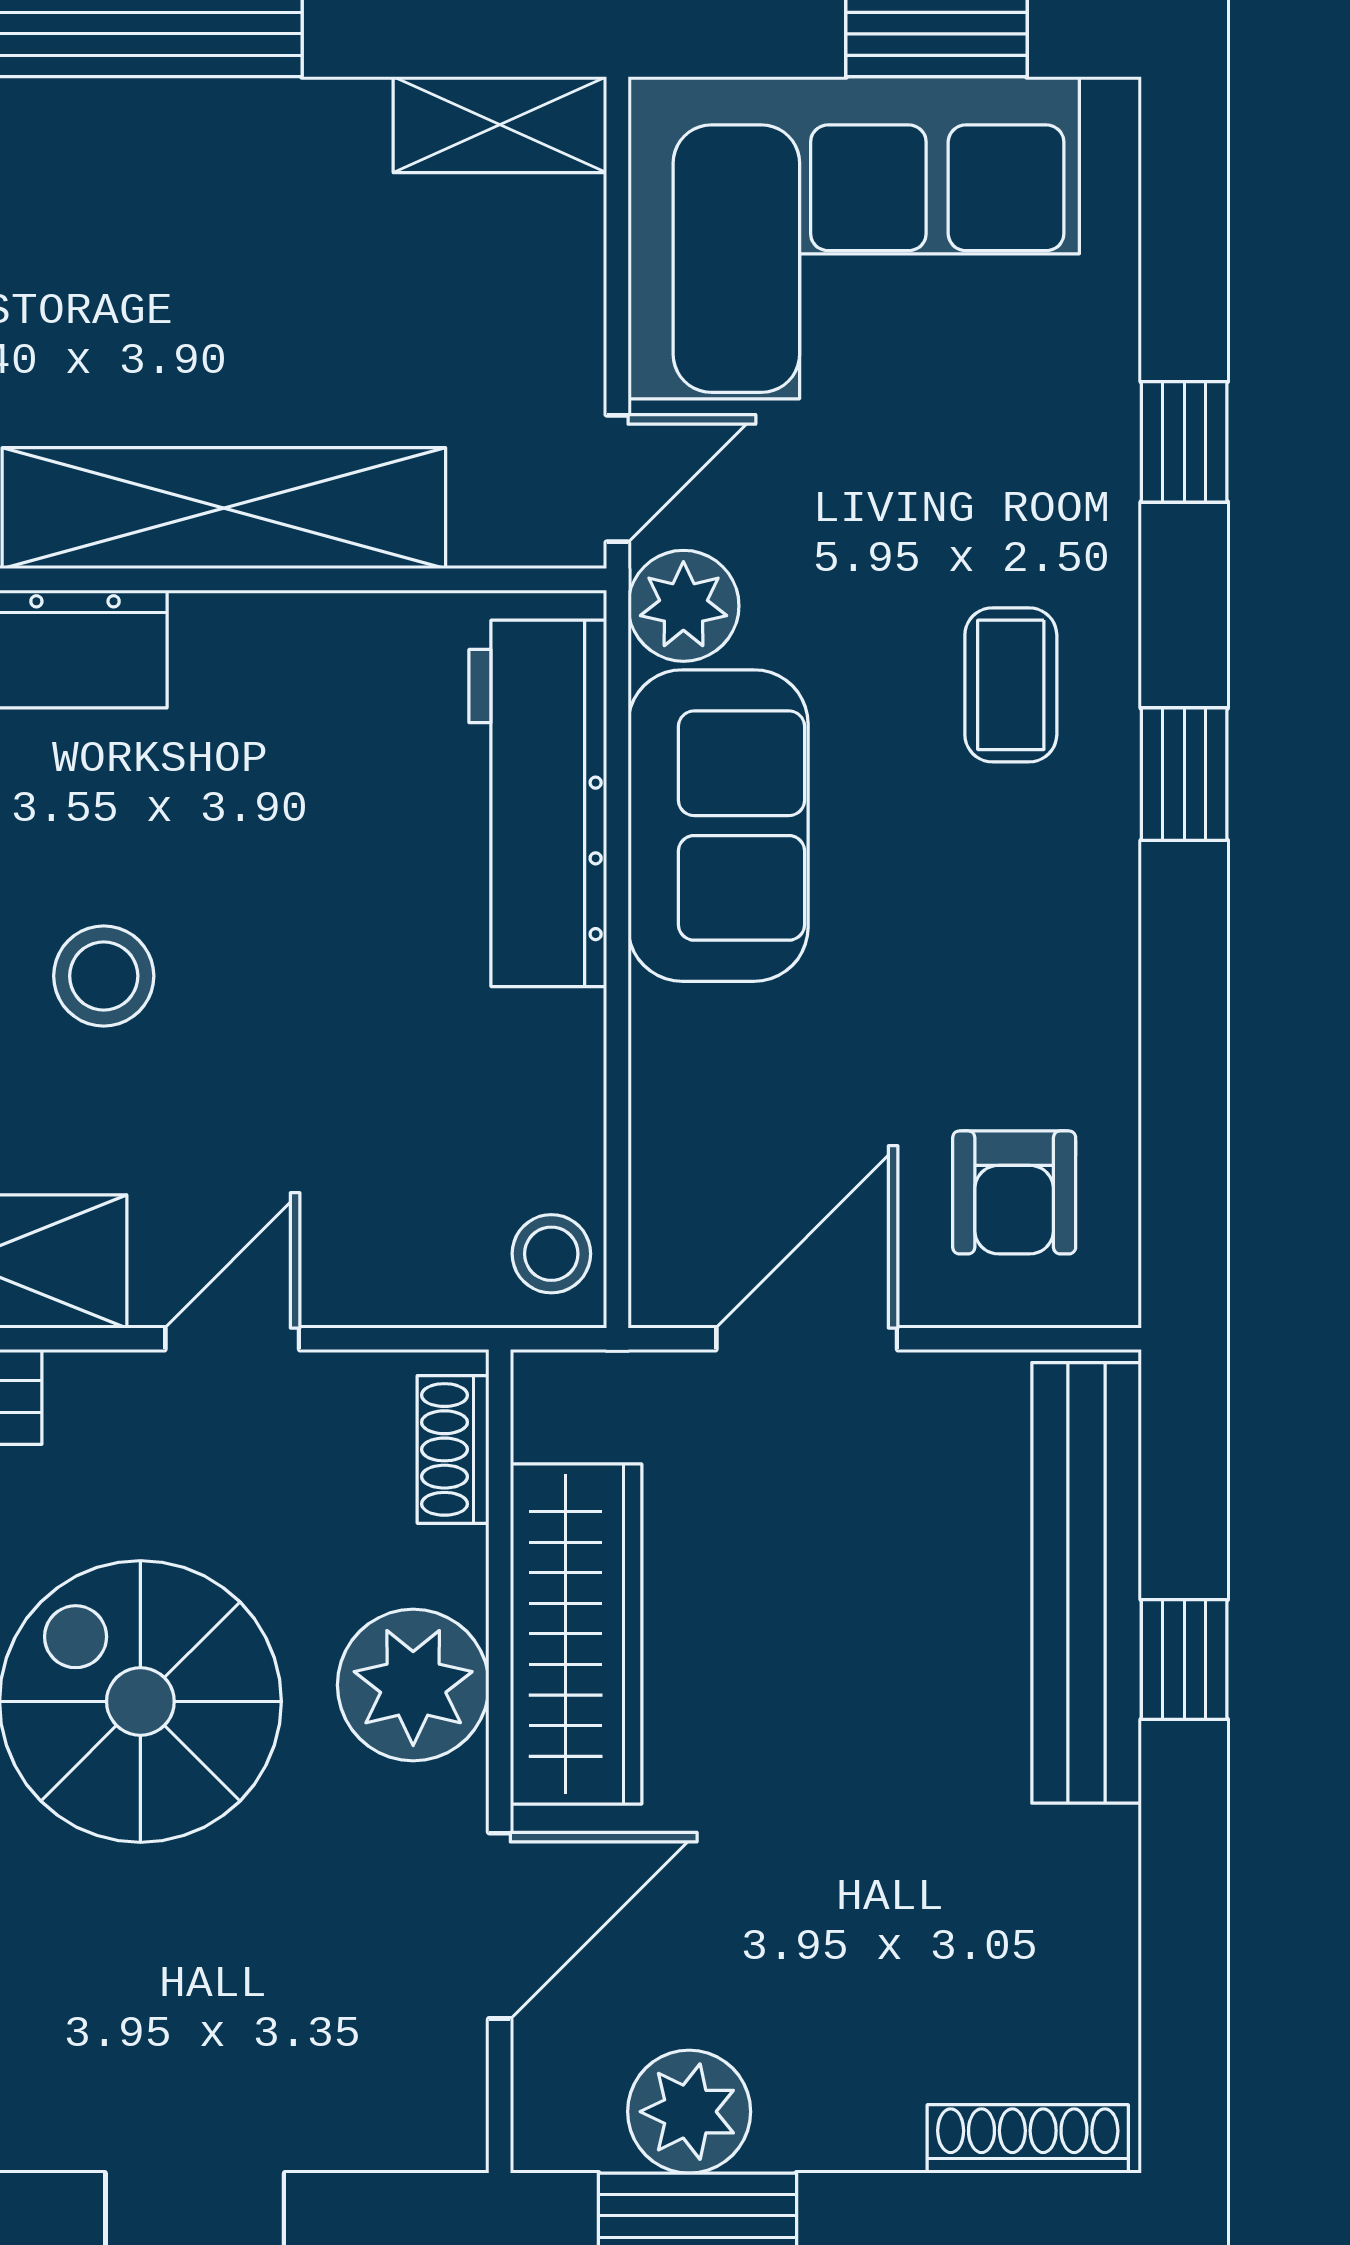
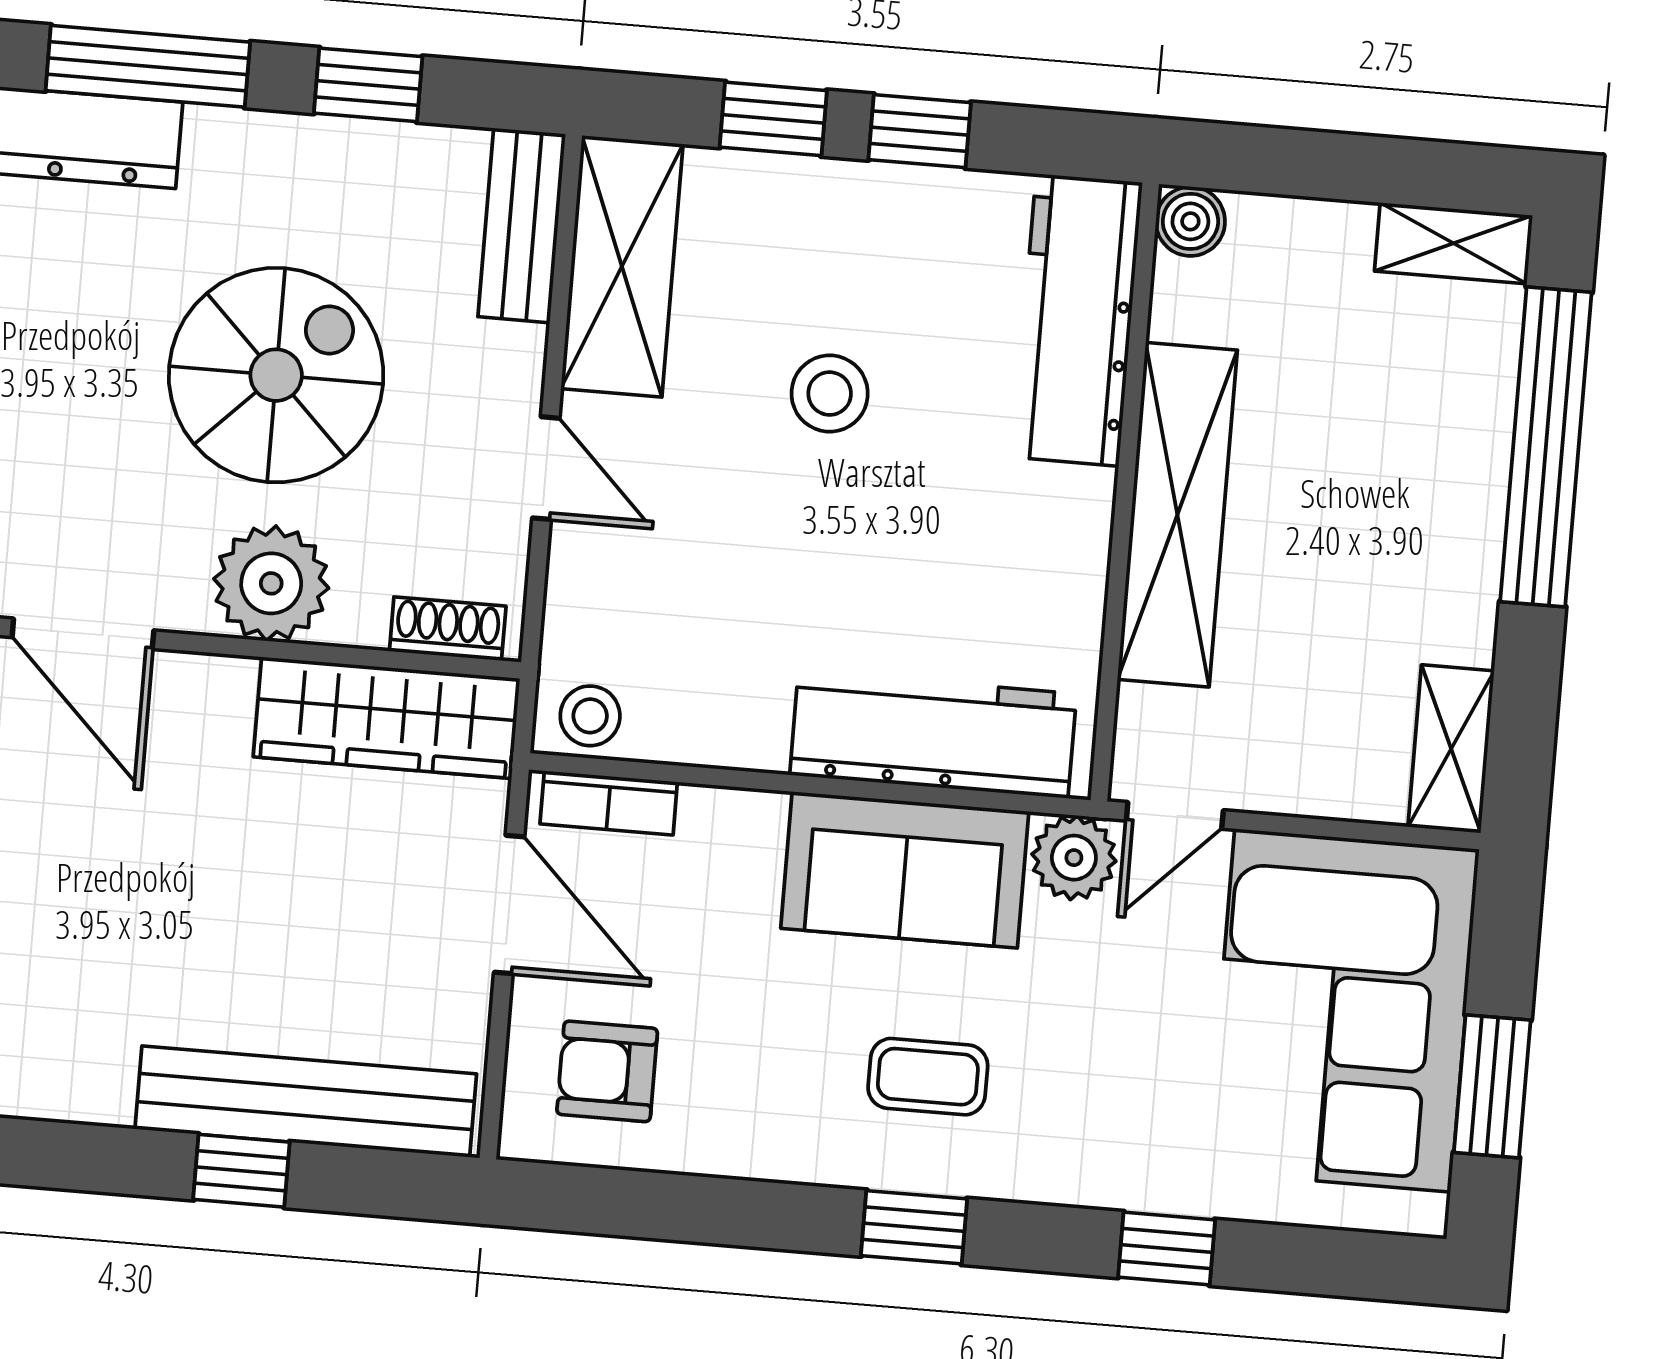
door: (617, 478) -> (1175, 815), hinge flipped
coffee table: (1011, 685) -> (928, 1077), moved
bookcase: (663, 1220) -> (609, 803), added
wardrobe: (576, 1634) -> (387, 718), moved

